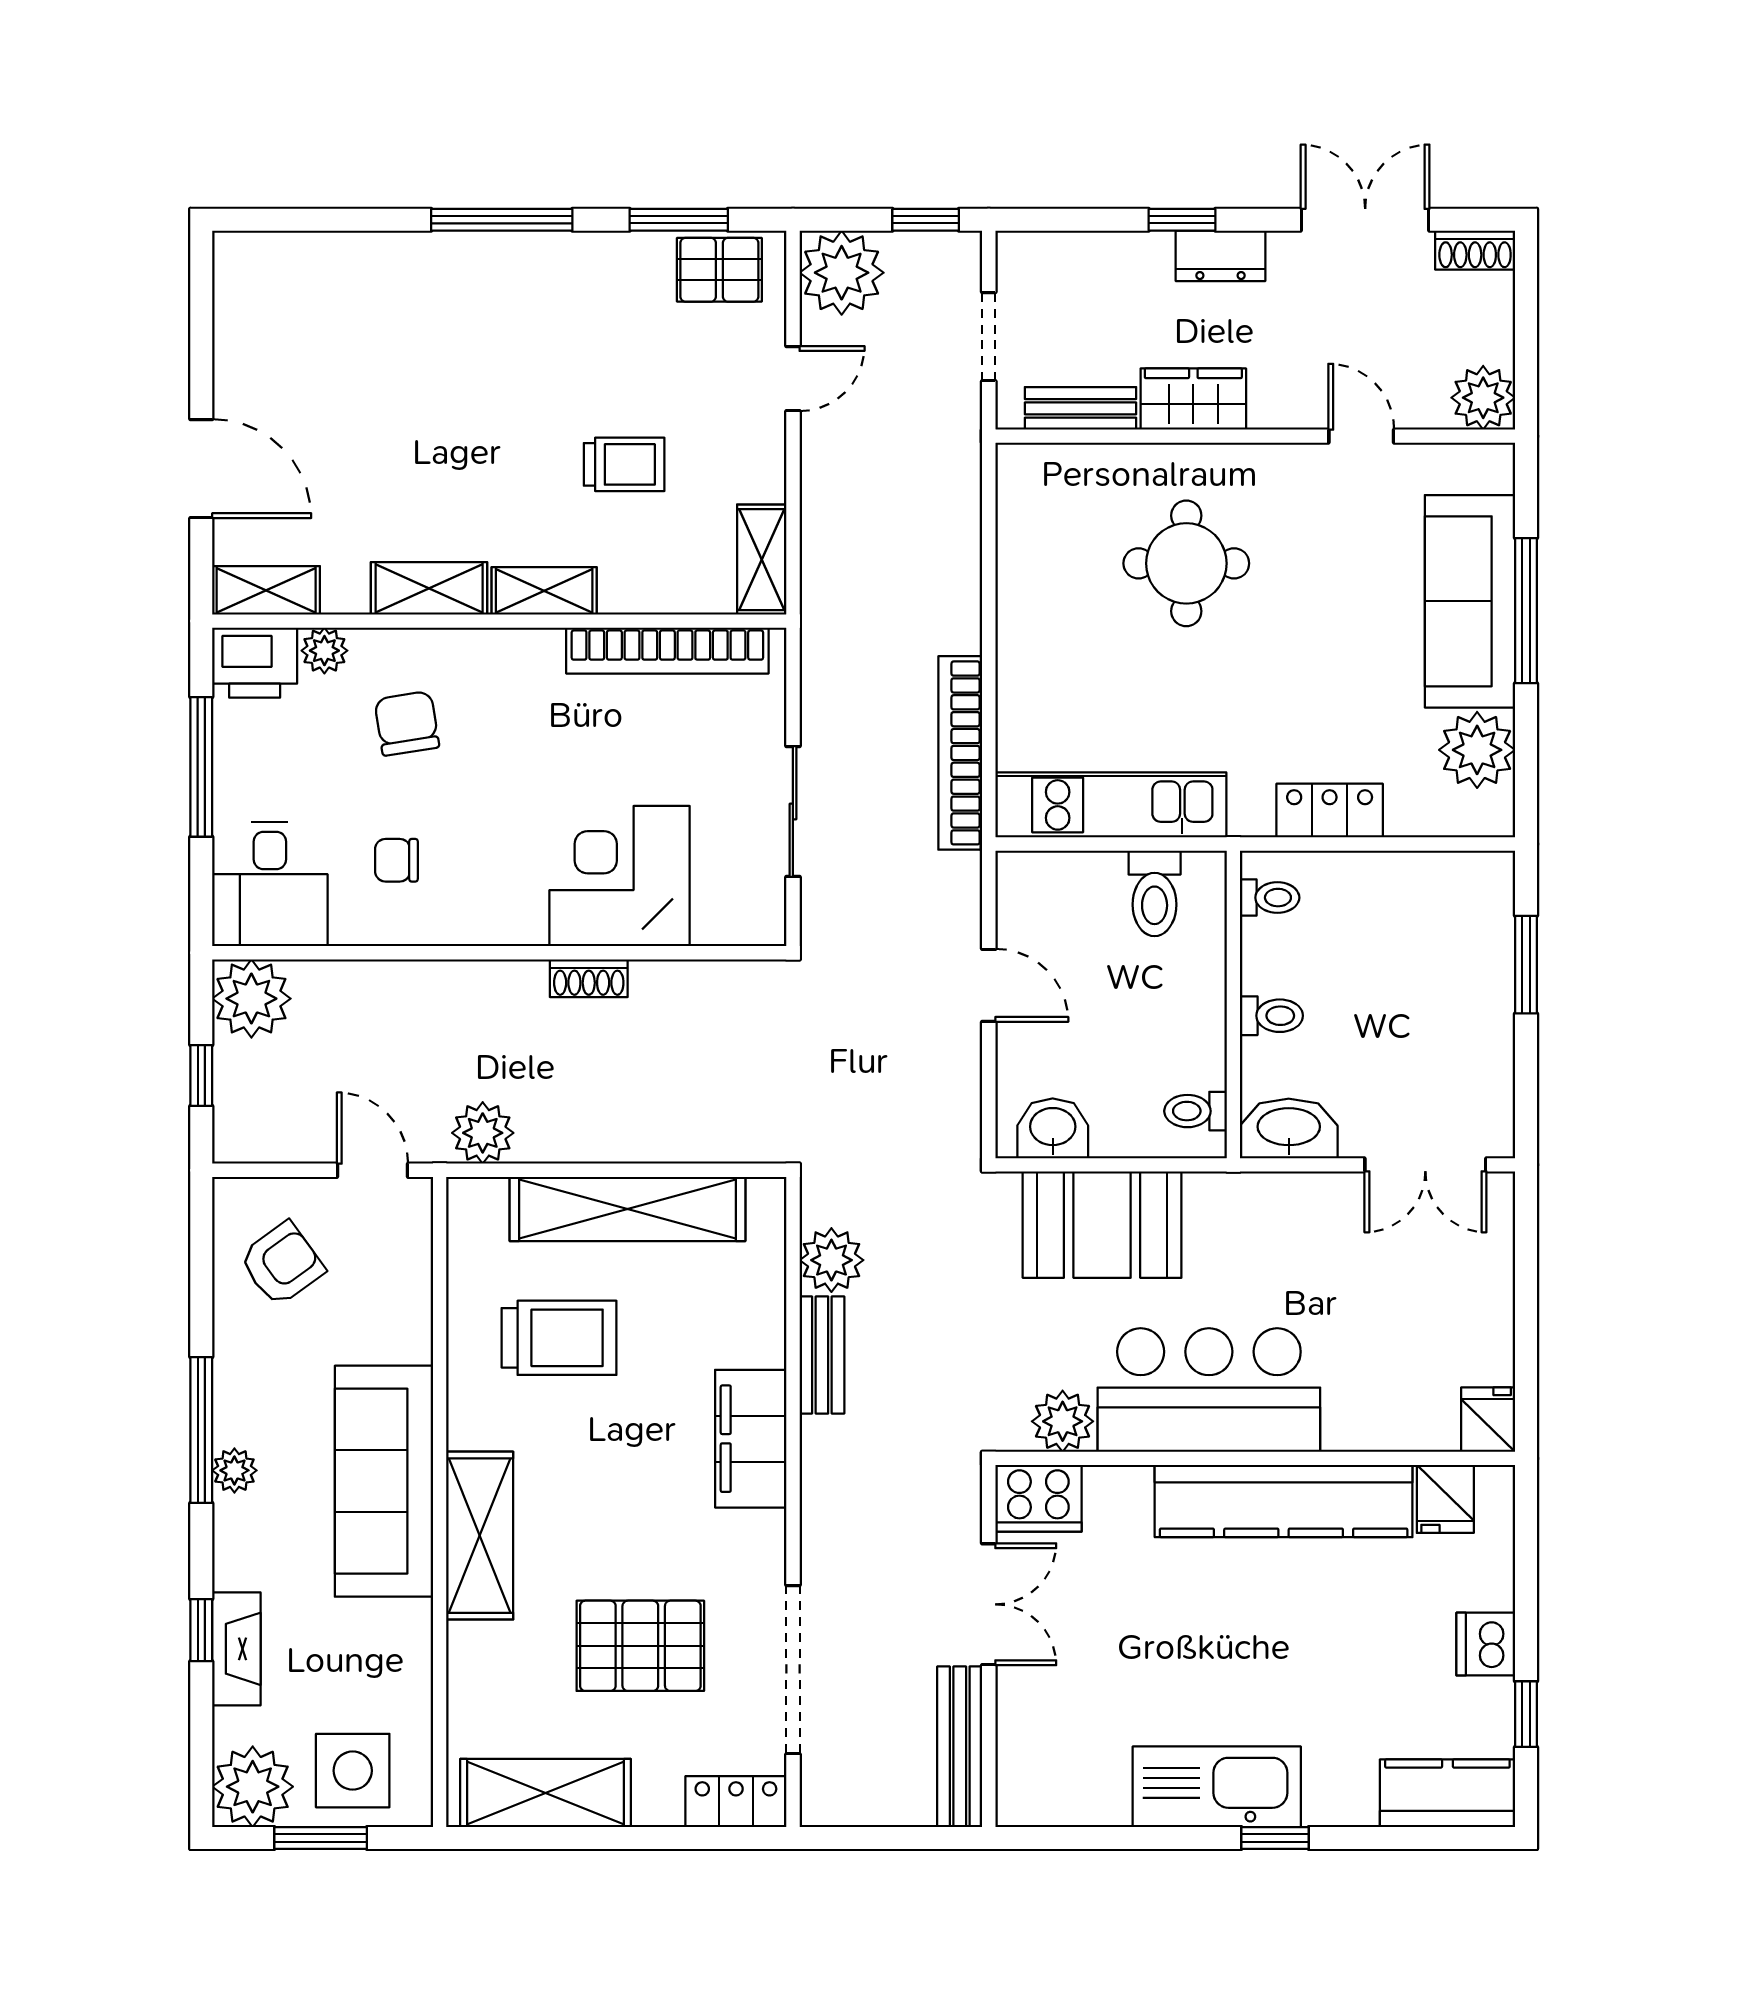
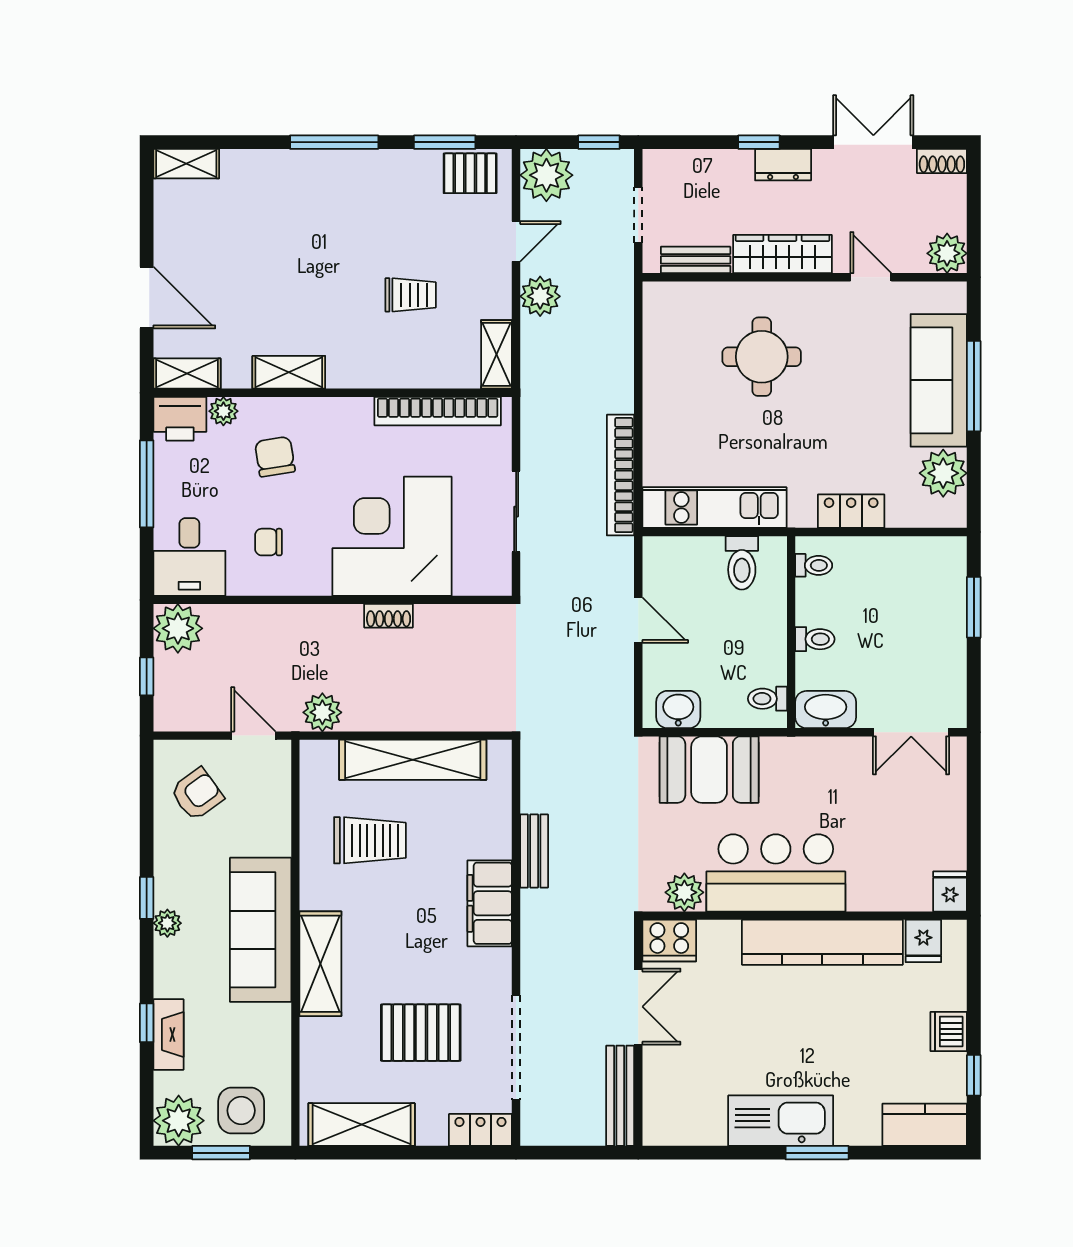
wardrobe: (1193, 399) -> (783, 254), width x1.50
shelving: (544, 591) -> (186, 164), moved
corner desk: (620, 876) -> (392, 536), width x1.36, depth x1.36
plant: (831, 1260) -> (540, 296), moved
window: (201, 1430) -> (147, 898), width x0.46
window: (1275, 1838) -> (817, 1153), width x1.50

